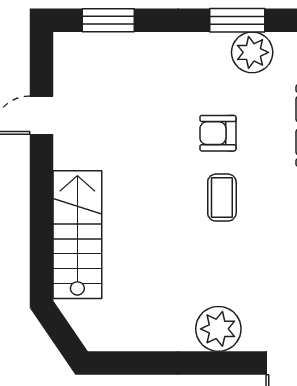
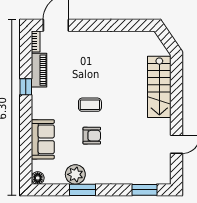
coffee table: (222, 198) -> (90, 105), turned 90
plant: (218, 329) -> (92, 42), removed

